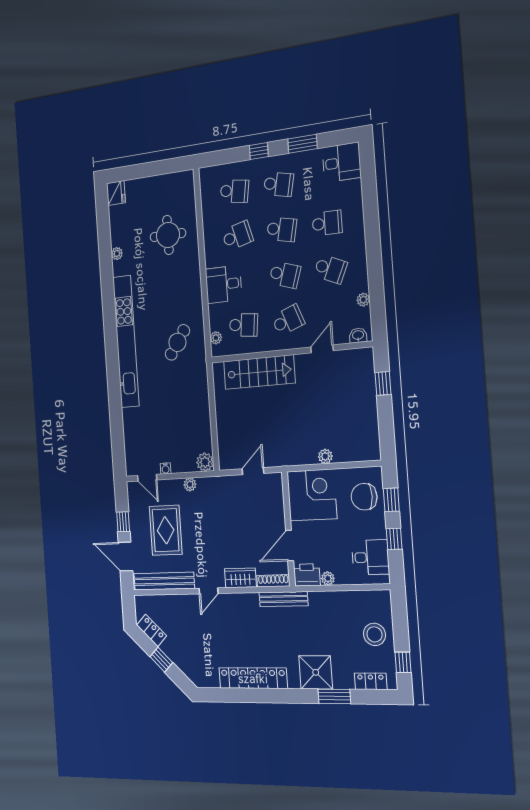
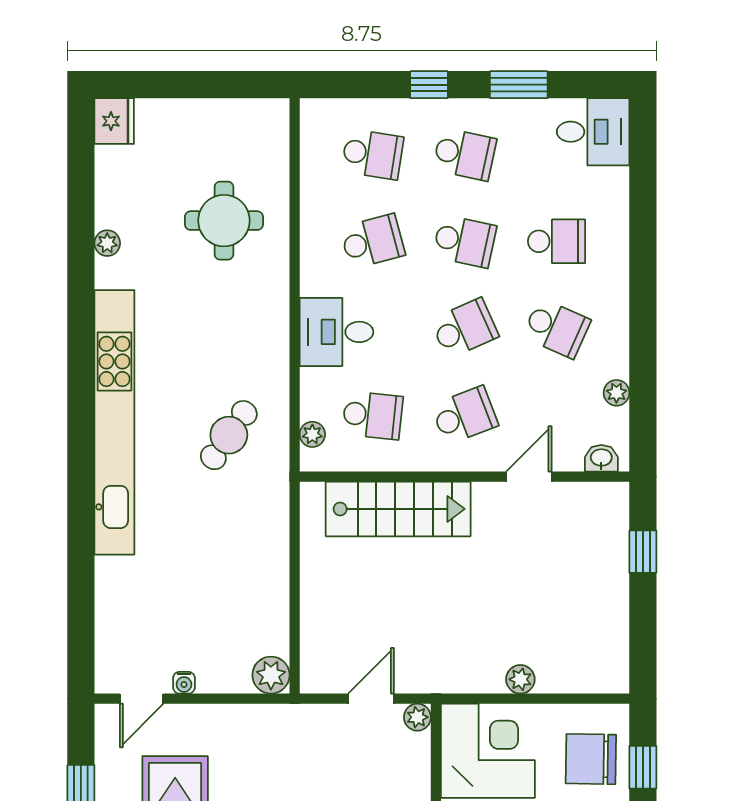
school desk: (285, 275) -> (465, 328), turned -42
door: (147, 478) -> (142, 699), hinge flipped
plant: (190, 484) -> (417, 717), moved

